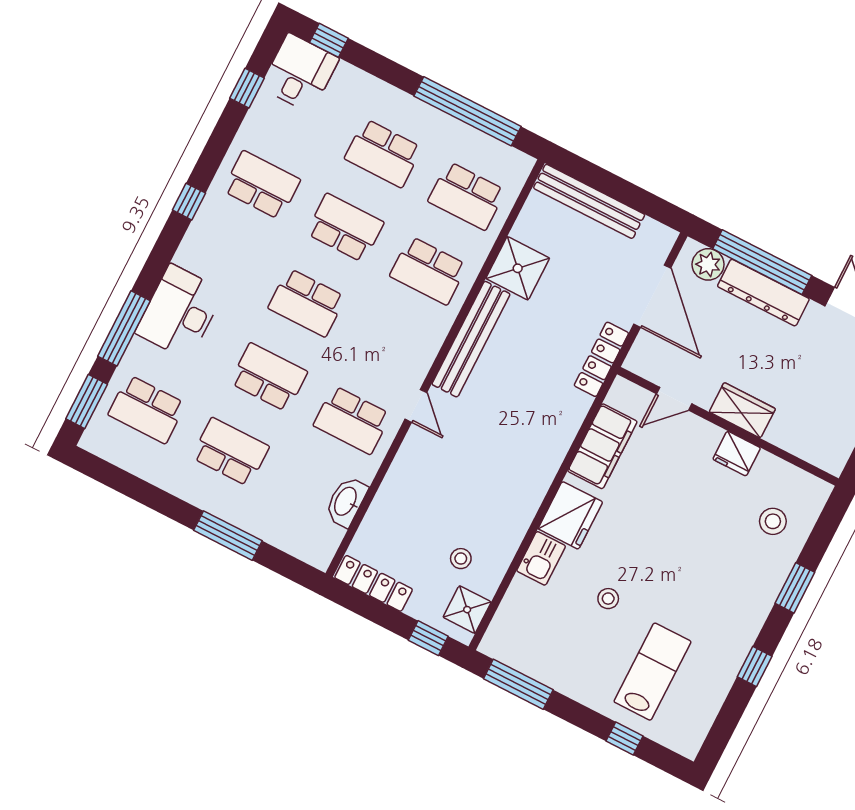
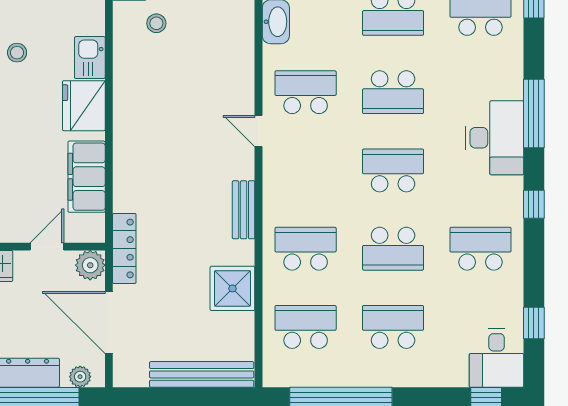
school desk: (262, 185) -> (480, 249), turned 180
plant: (708, 264) -> (80, 377), width x0.73, depth x0.73
desk: (180, 312) -> (495, 138), moved
window: (124, 328) -> (534, 114), moved
bench: (471, 339) -> (244, 210), width x0.54, depth x0.82
plant: (642, 360) -> (90, 265), added

